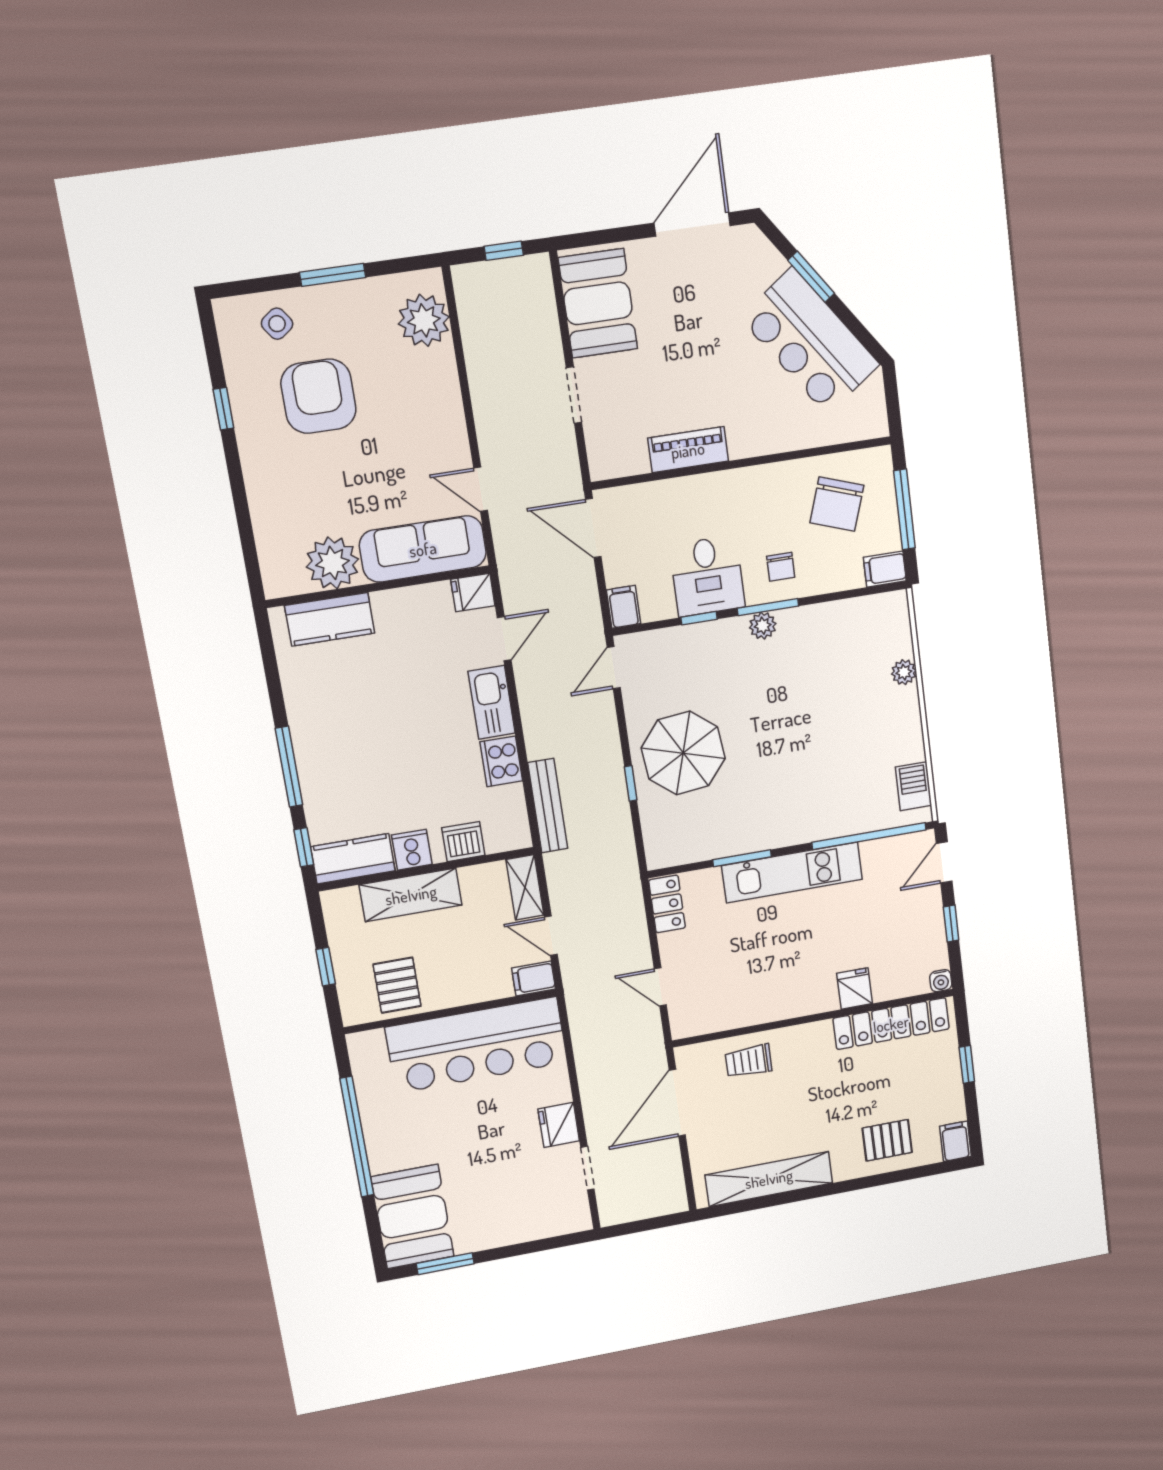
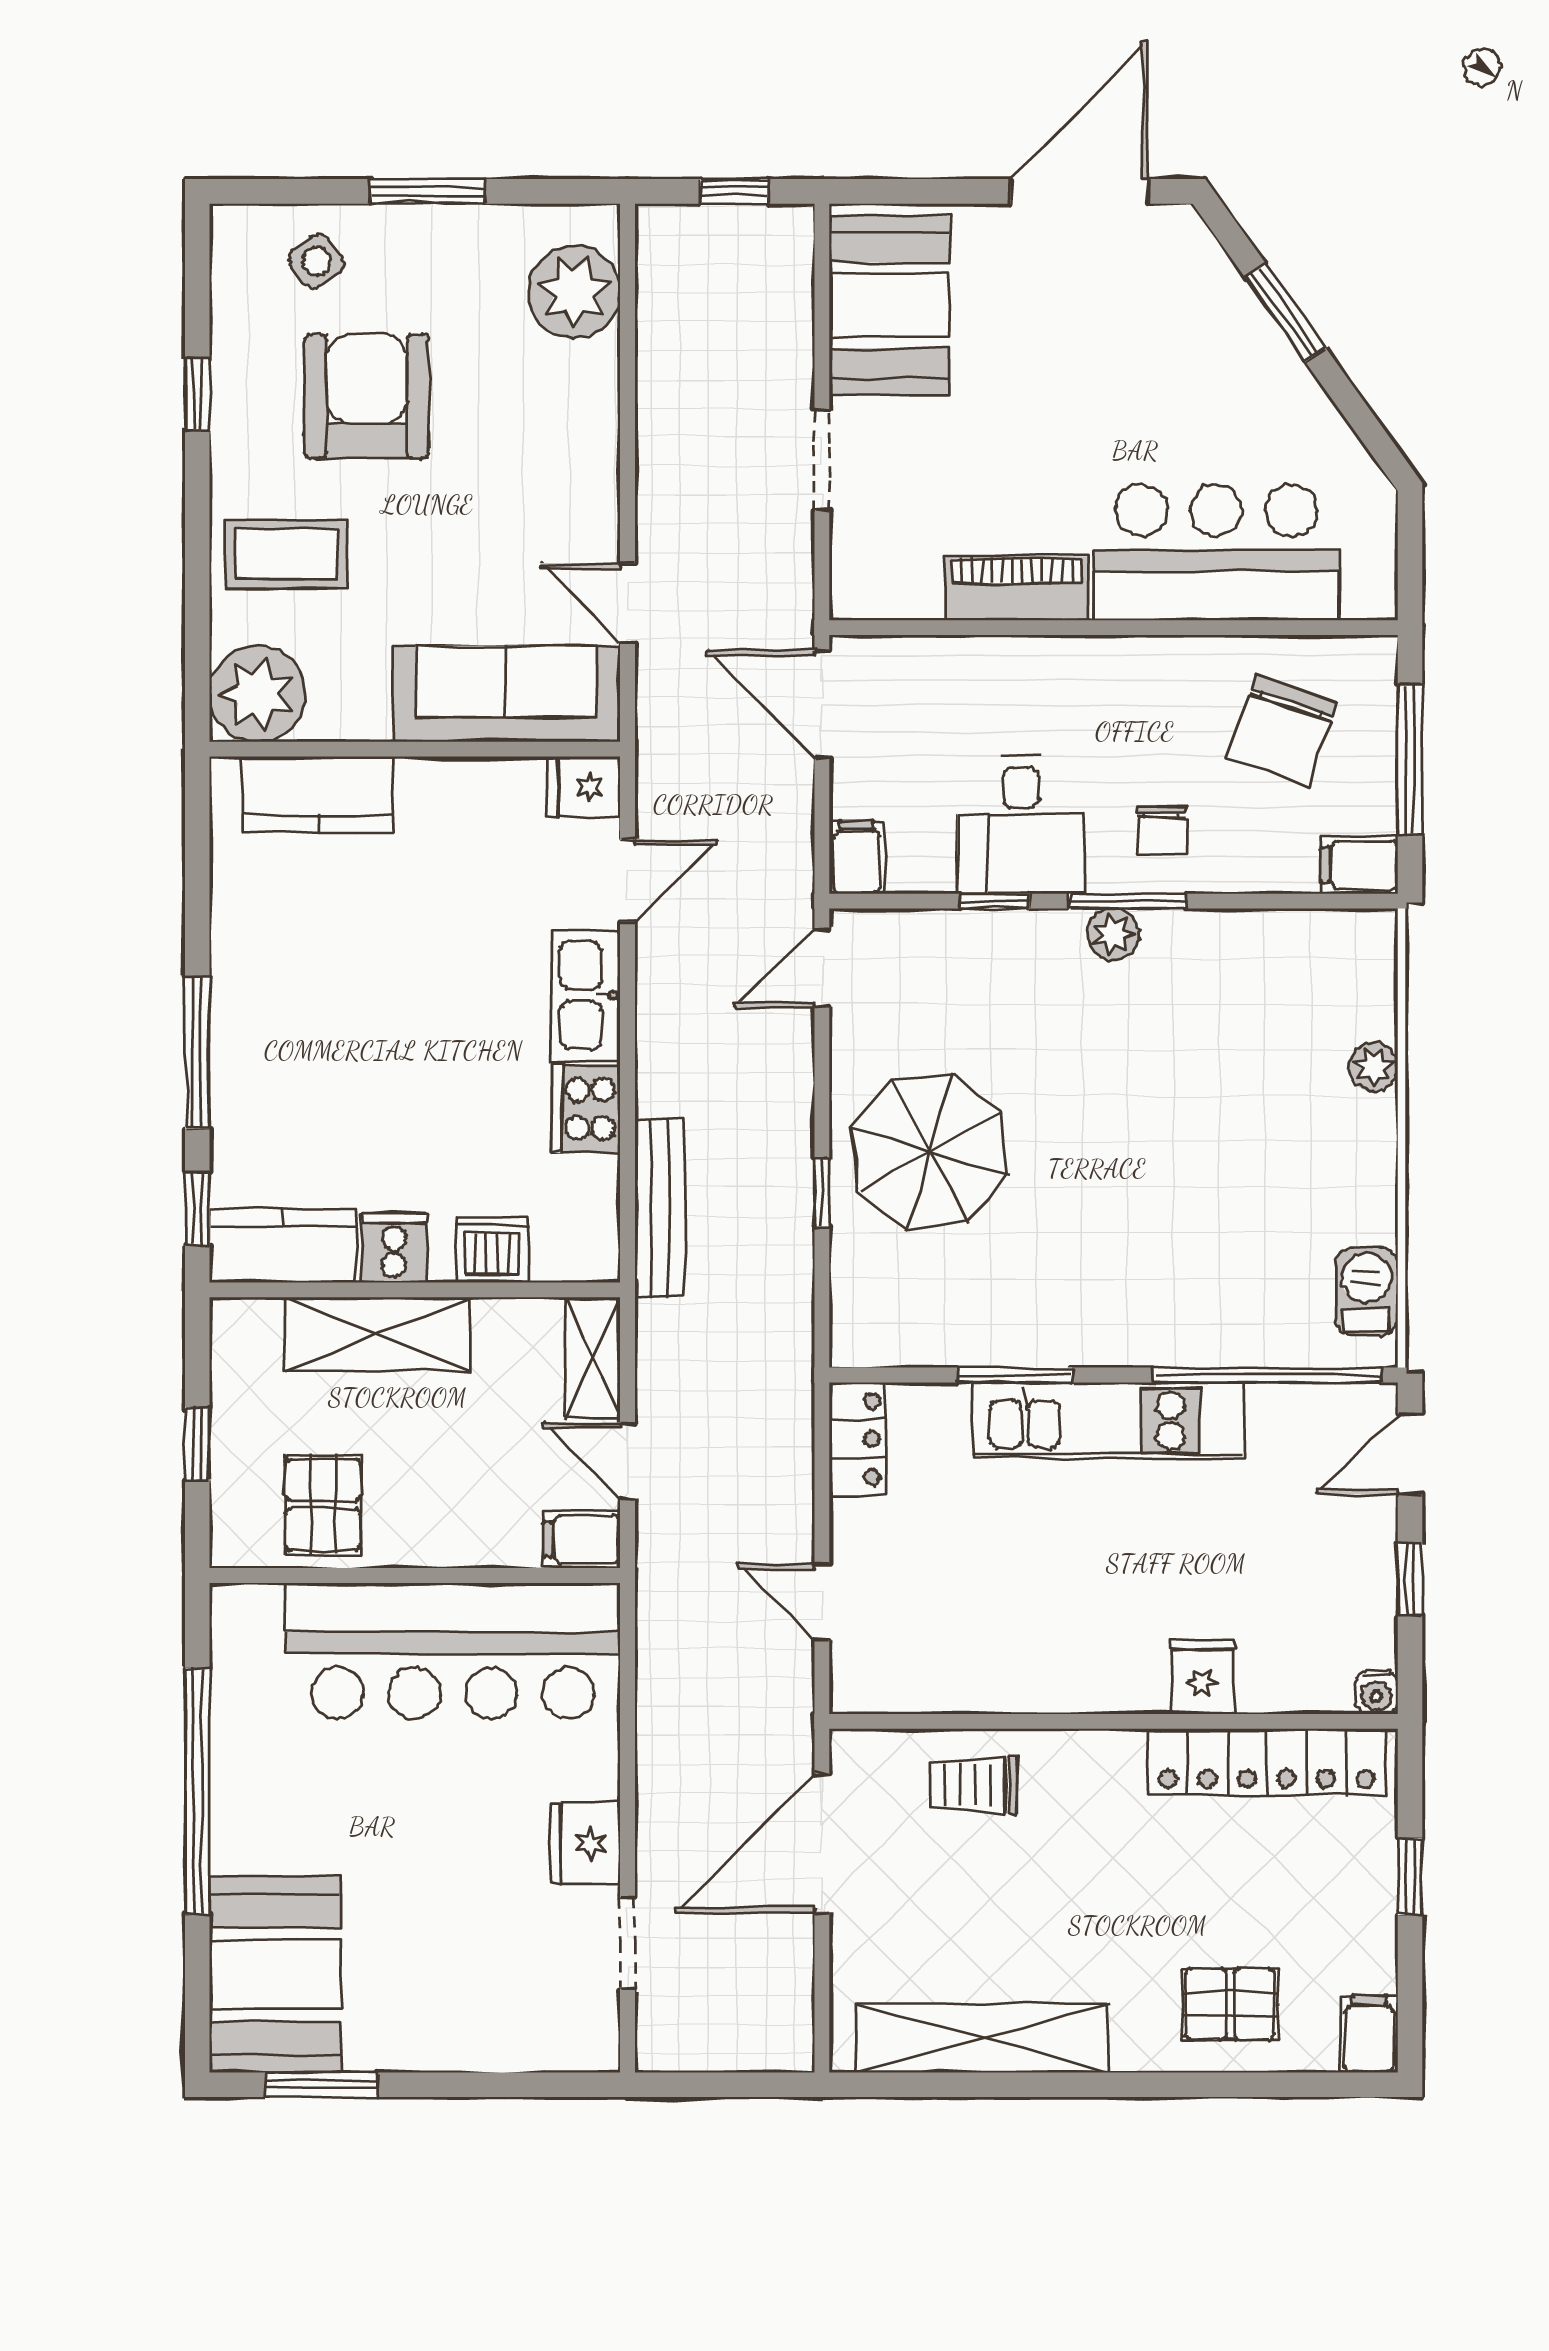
bar counter: (810, 341) -> (1216, 552), moved, turned 126
coffee table: (289, 491) -> (287, 554), added
plant: (332, 563) -> (257, 694), moved

